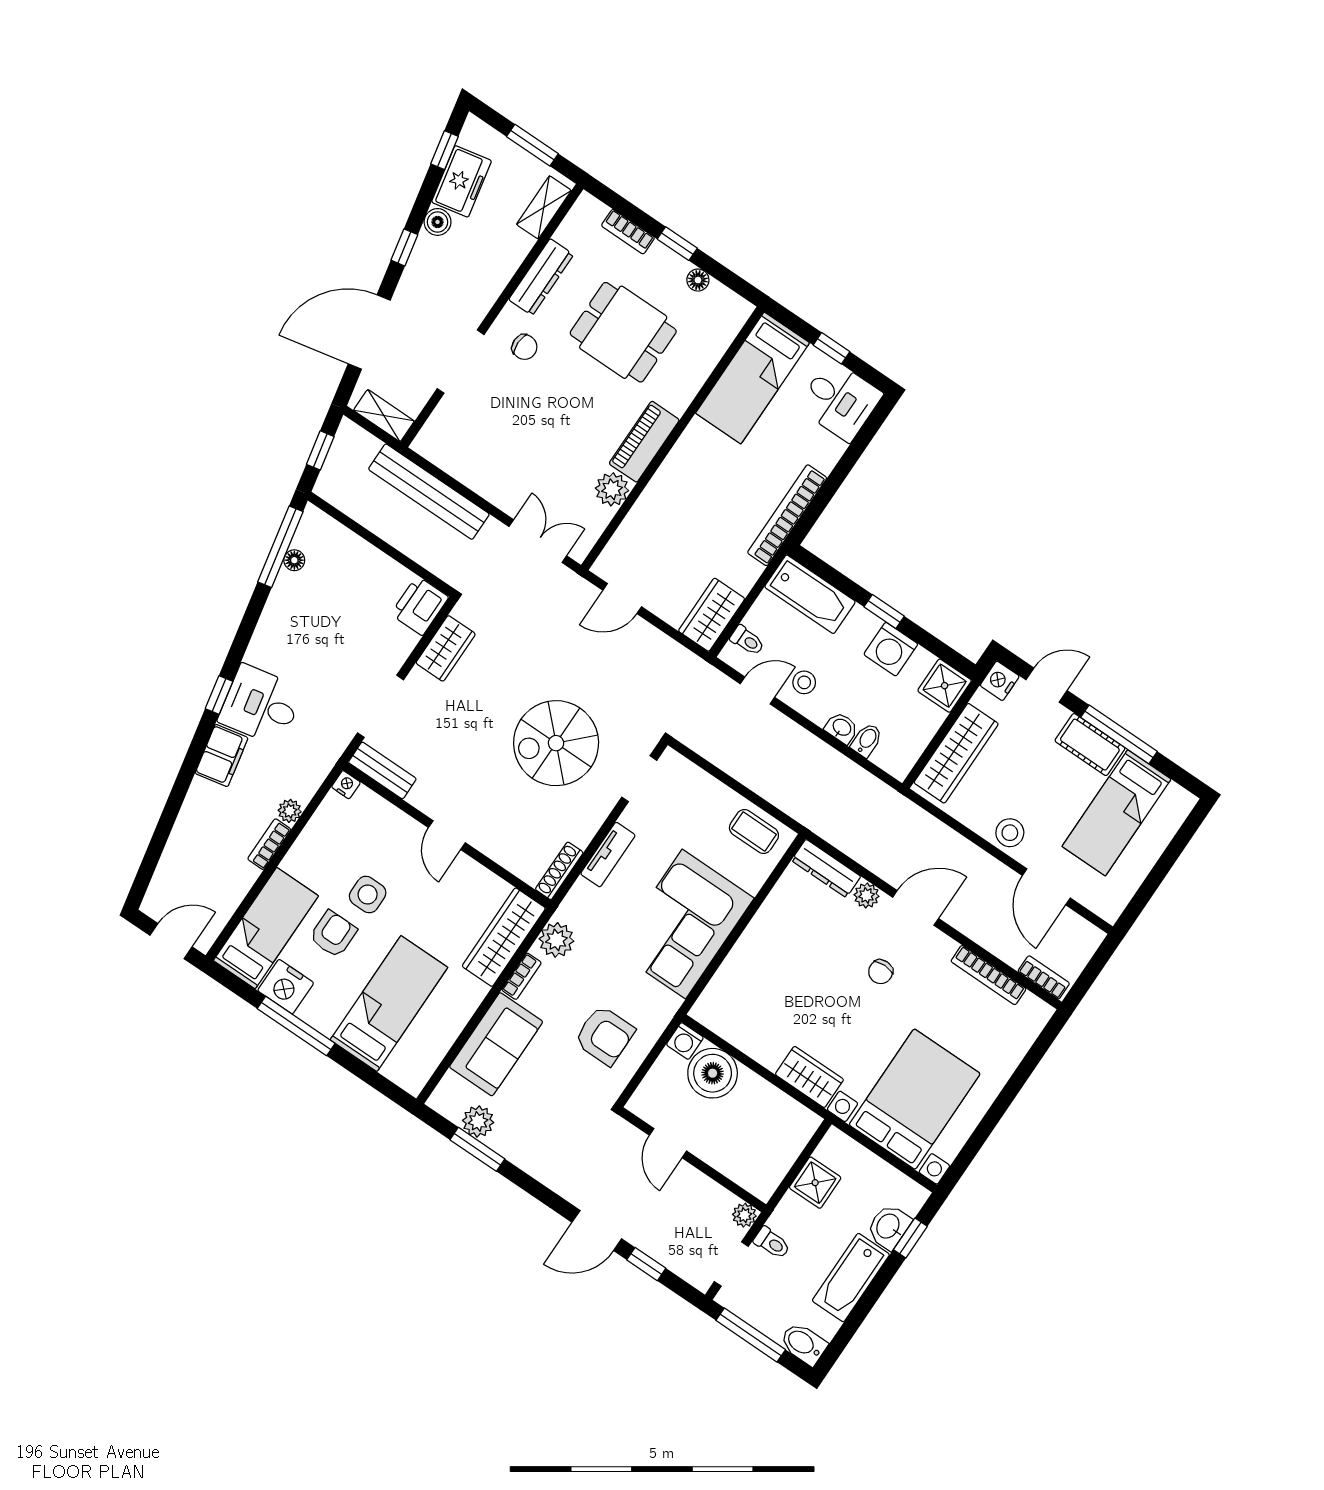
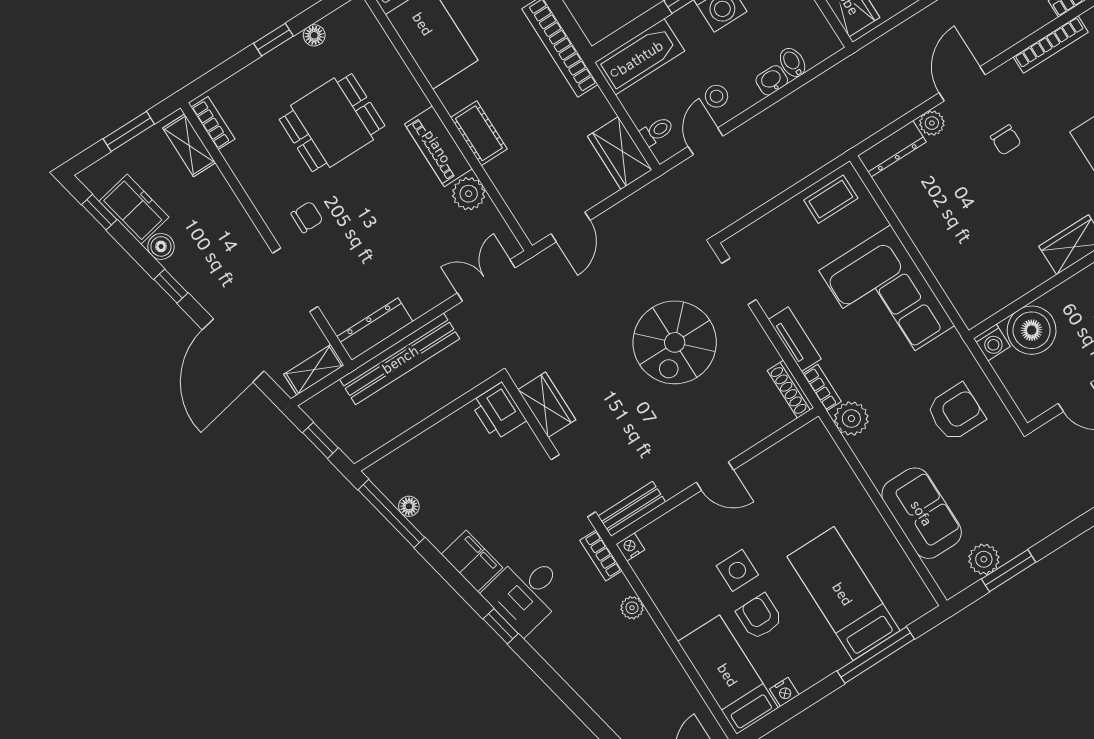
bookcase: (628, 232) -> (213, 123), moved, turned -90
dresser: (541, 277) -> (375, 329), moved, turned -90
cot: (673, 474) -> (479, 133), added
filing cabinet: (222, 756) -> (472, 561), moved
bookcase: (269, 844) -> (601, 556), moved
wardrobe: (504, 937) -> (828, 465), removed
bookcase: (522, 976) -> (822, 388), moved
nightstand: (286, 987) -> (784, 692), width x0.53, depth x0.56
window: (296, 1026) -> (876, 655), moved

